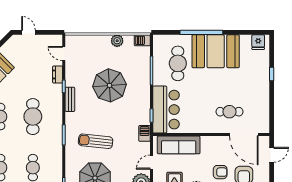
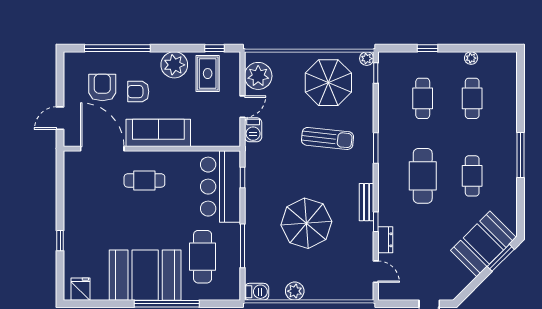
cafe table: (229, 112) -> (144, 180), moved
barbecue: (145, 133) -> (253, 130), moved
sofa: (179, 145) -> (158, 133), moved

